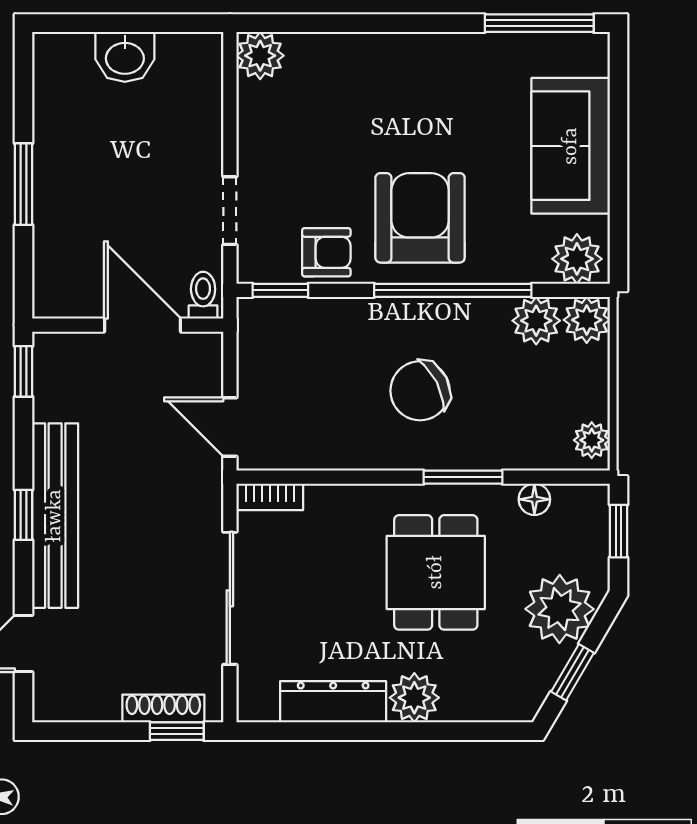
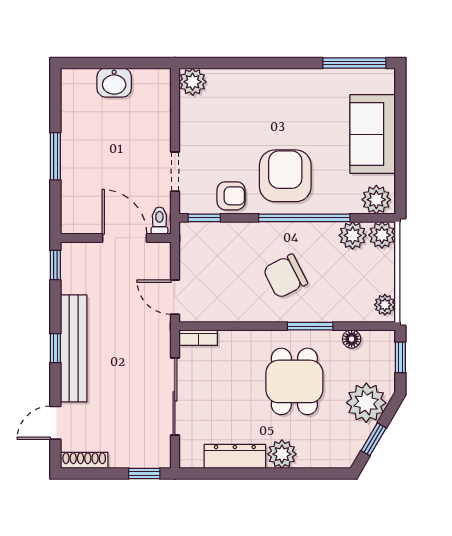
shoe rack: (163, 708) -> (84, 460), moved

